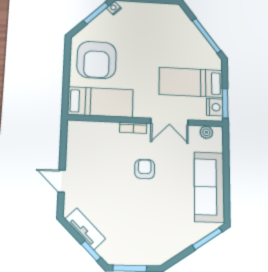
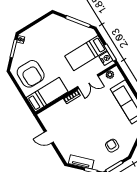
armchair: (145, 169) -> (112, 146), moved
door: (62, 181) -> (49, 137), moved

